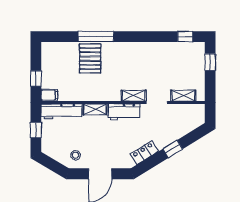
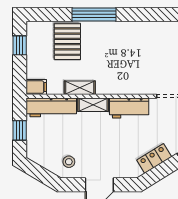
pallet: (90, 59) -> (67, 42), moved
window: (36, 79) -> (20, 45), moved
shelving: (134, 96) -> (80, 88), moved

